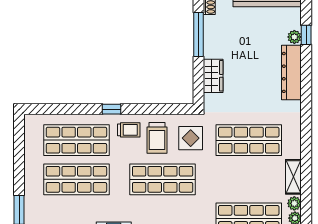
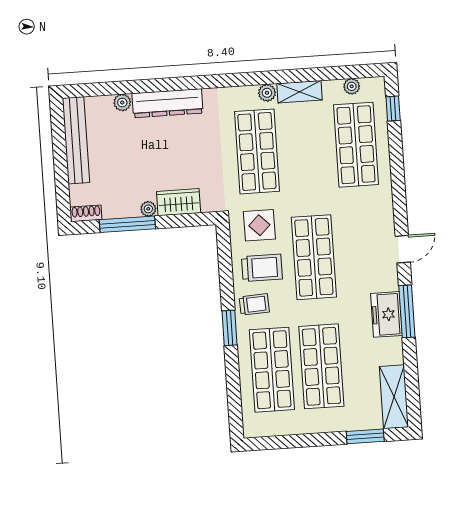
window: (306, 35) -> (119, 88), removed
plant: (209, 52) -> (148, 209), added
window: (112, 109) -> (229, 328), width x1.50
trolley: (129, 130) -> (254, 304), turned 87
plant: (294, 203) -> (267, 93), moved

